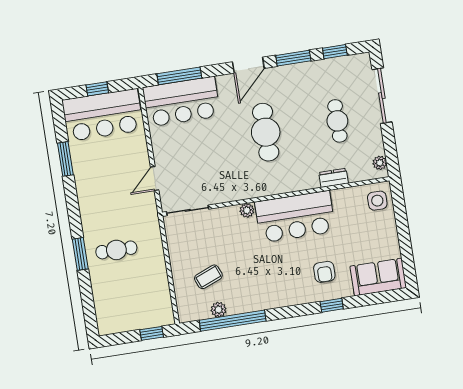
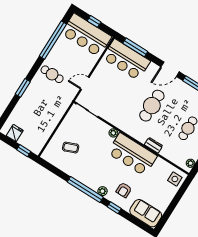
window: (65, 159) -> (53, 40), width x2.11
dresser: (333, 178) -> (153, 145), moved
cafe table: (116, 250) -> (52, 74), moved
plant: (219, 310) -> (103, 191), moved
fridge: (121, 321) -> (15, 133), added
window: (233, 321) -> (85, 189), moved

